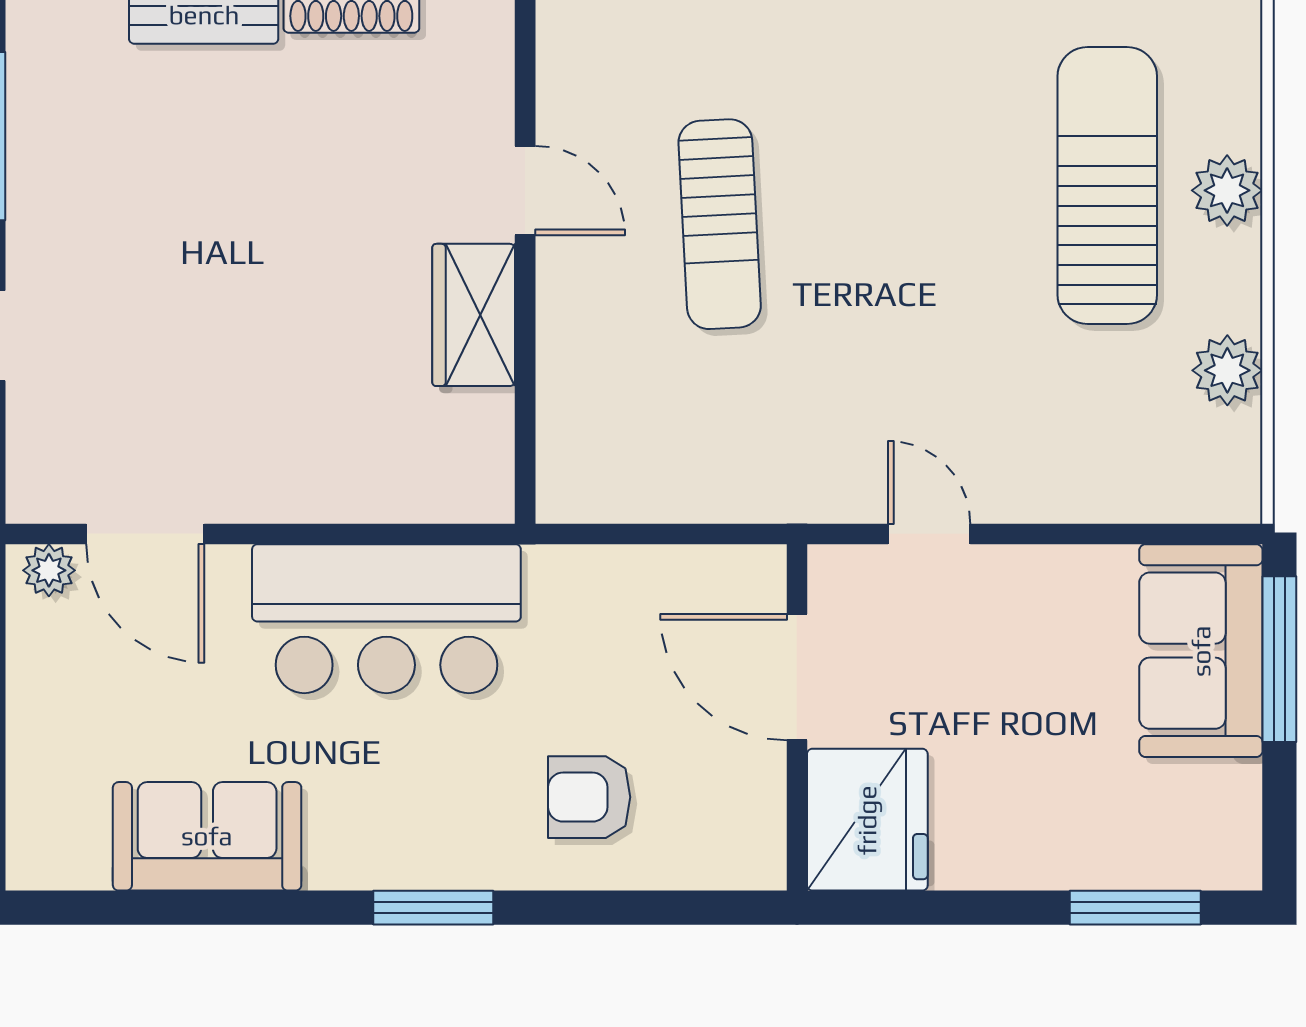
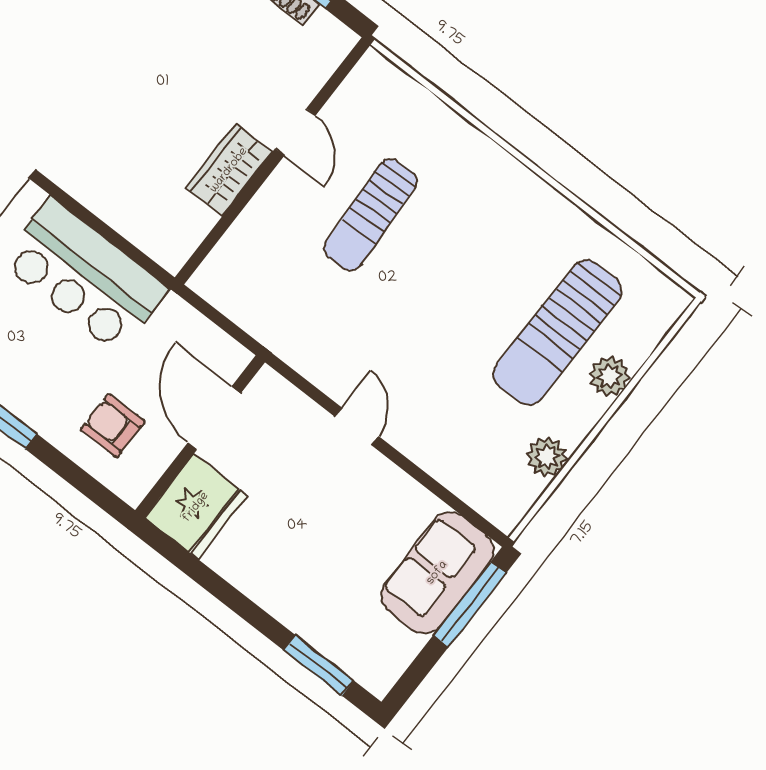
sun lounger: (1107, 186) -> (558, 332), turned 180
door: (797, 677) -> (214, 418), moved
wall: (797, 717) -> (200, 436), moved
fridge: (867, 820) -> (196, 507), moved

